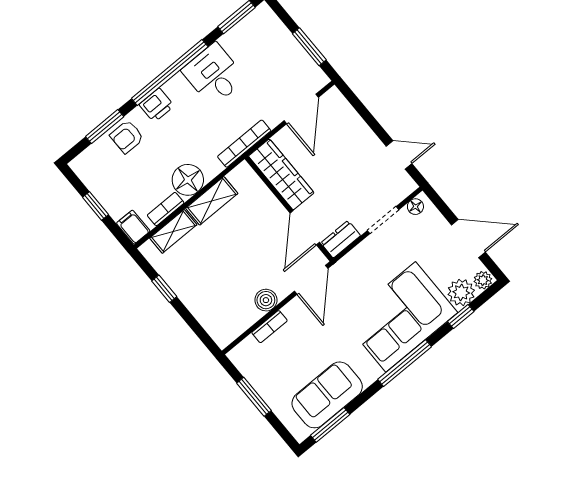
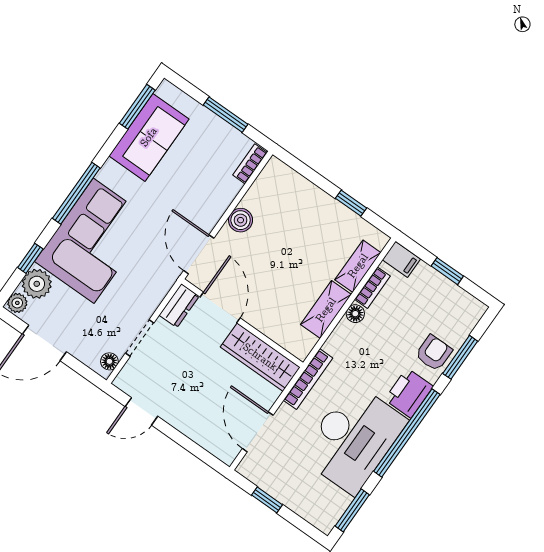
window: (309, 47) -> (267, 500), width x0.67
desk: (214, 75) -> (353, 439), width x1.87, depth x1.30
printer: (157, 105) -> (409, 393), width x1.36, depth x1.24
floor lamp: (188, 180) -> (355, 314), width x0.53, depth x0.53
bookcase: (270, 327) -> (250, 164), moved

